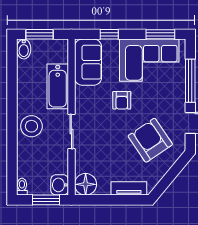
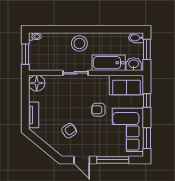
armchair: (150, 140) -> (69, 131), width x0.53, depth x0.53
washbasin: (60, 185) -> (134, 64), moved

